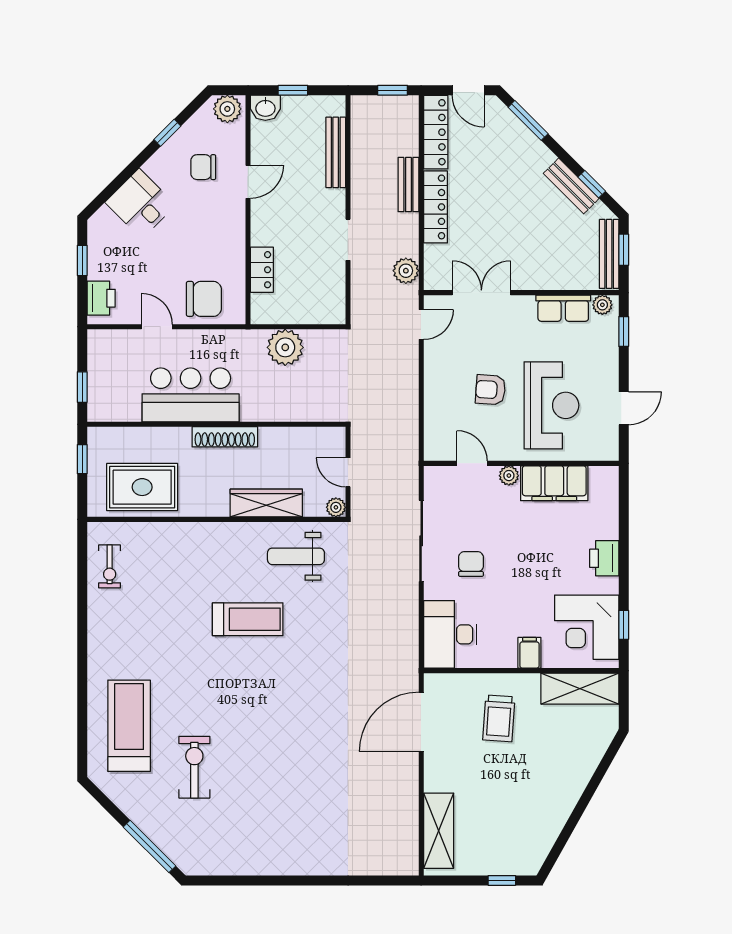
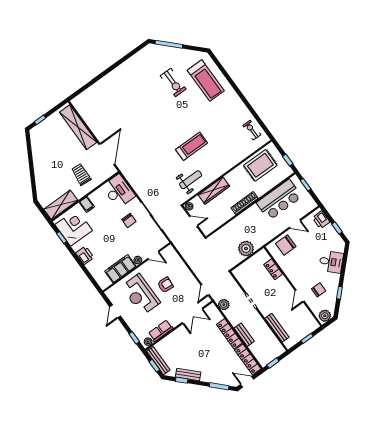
washbasin: (265, 108) -> (312, 326), removed
bar counter: (191, 395) -> (279, 200), moved
treadmill: (248, 619) -> (192, 146), turned 180
shelving: (439, 831) -> (78, 127), width x1.47

